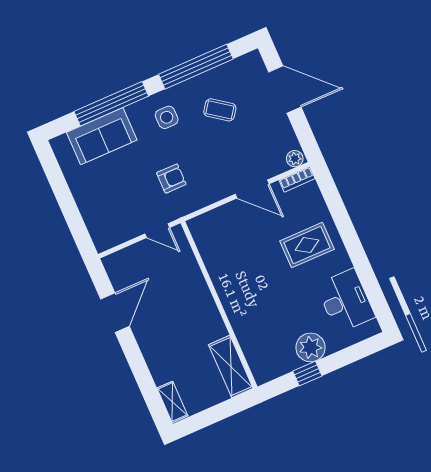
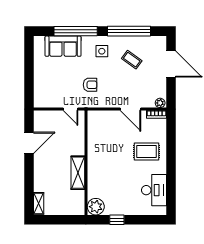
plant: (311, 347) -> (96, 207), moved
shelving: (231, 367) -> (78, 173), moved

